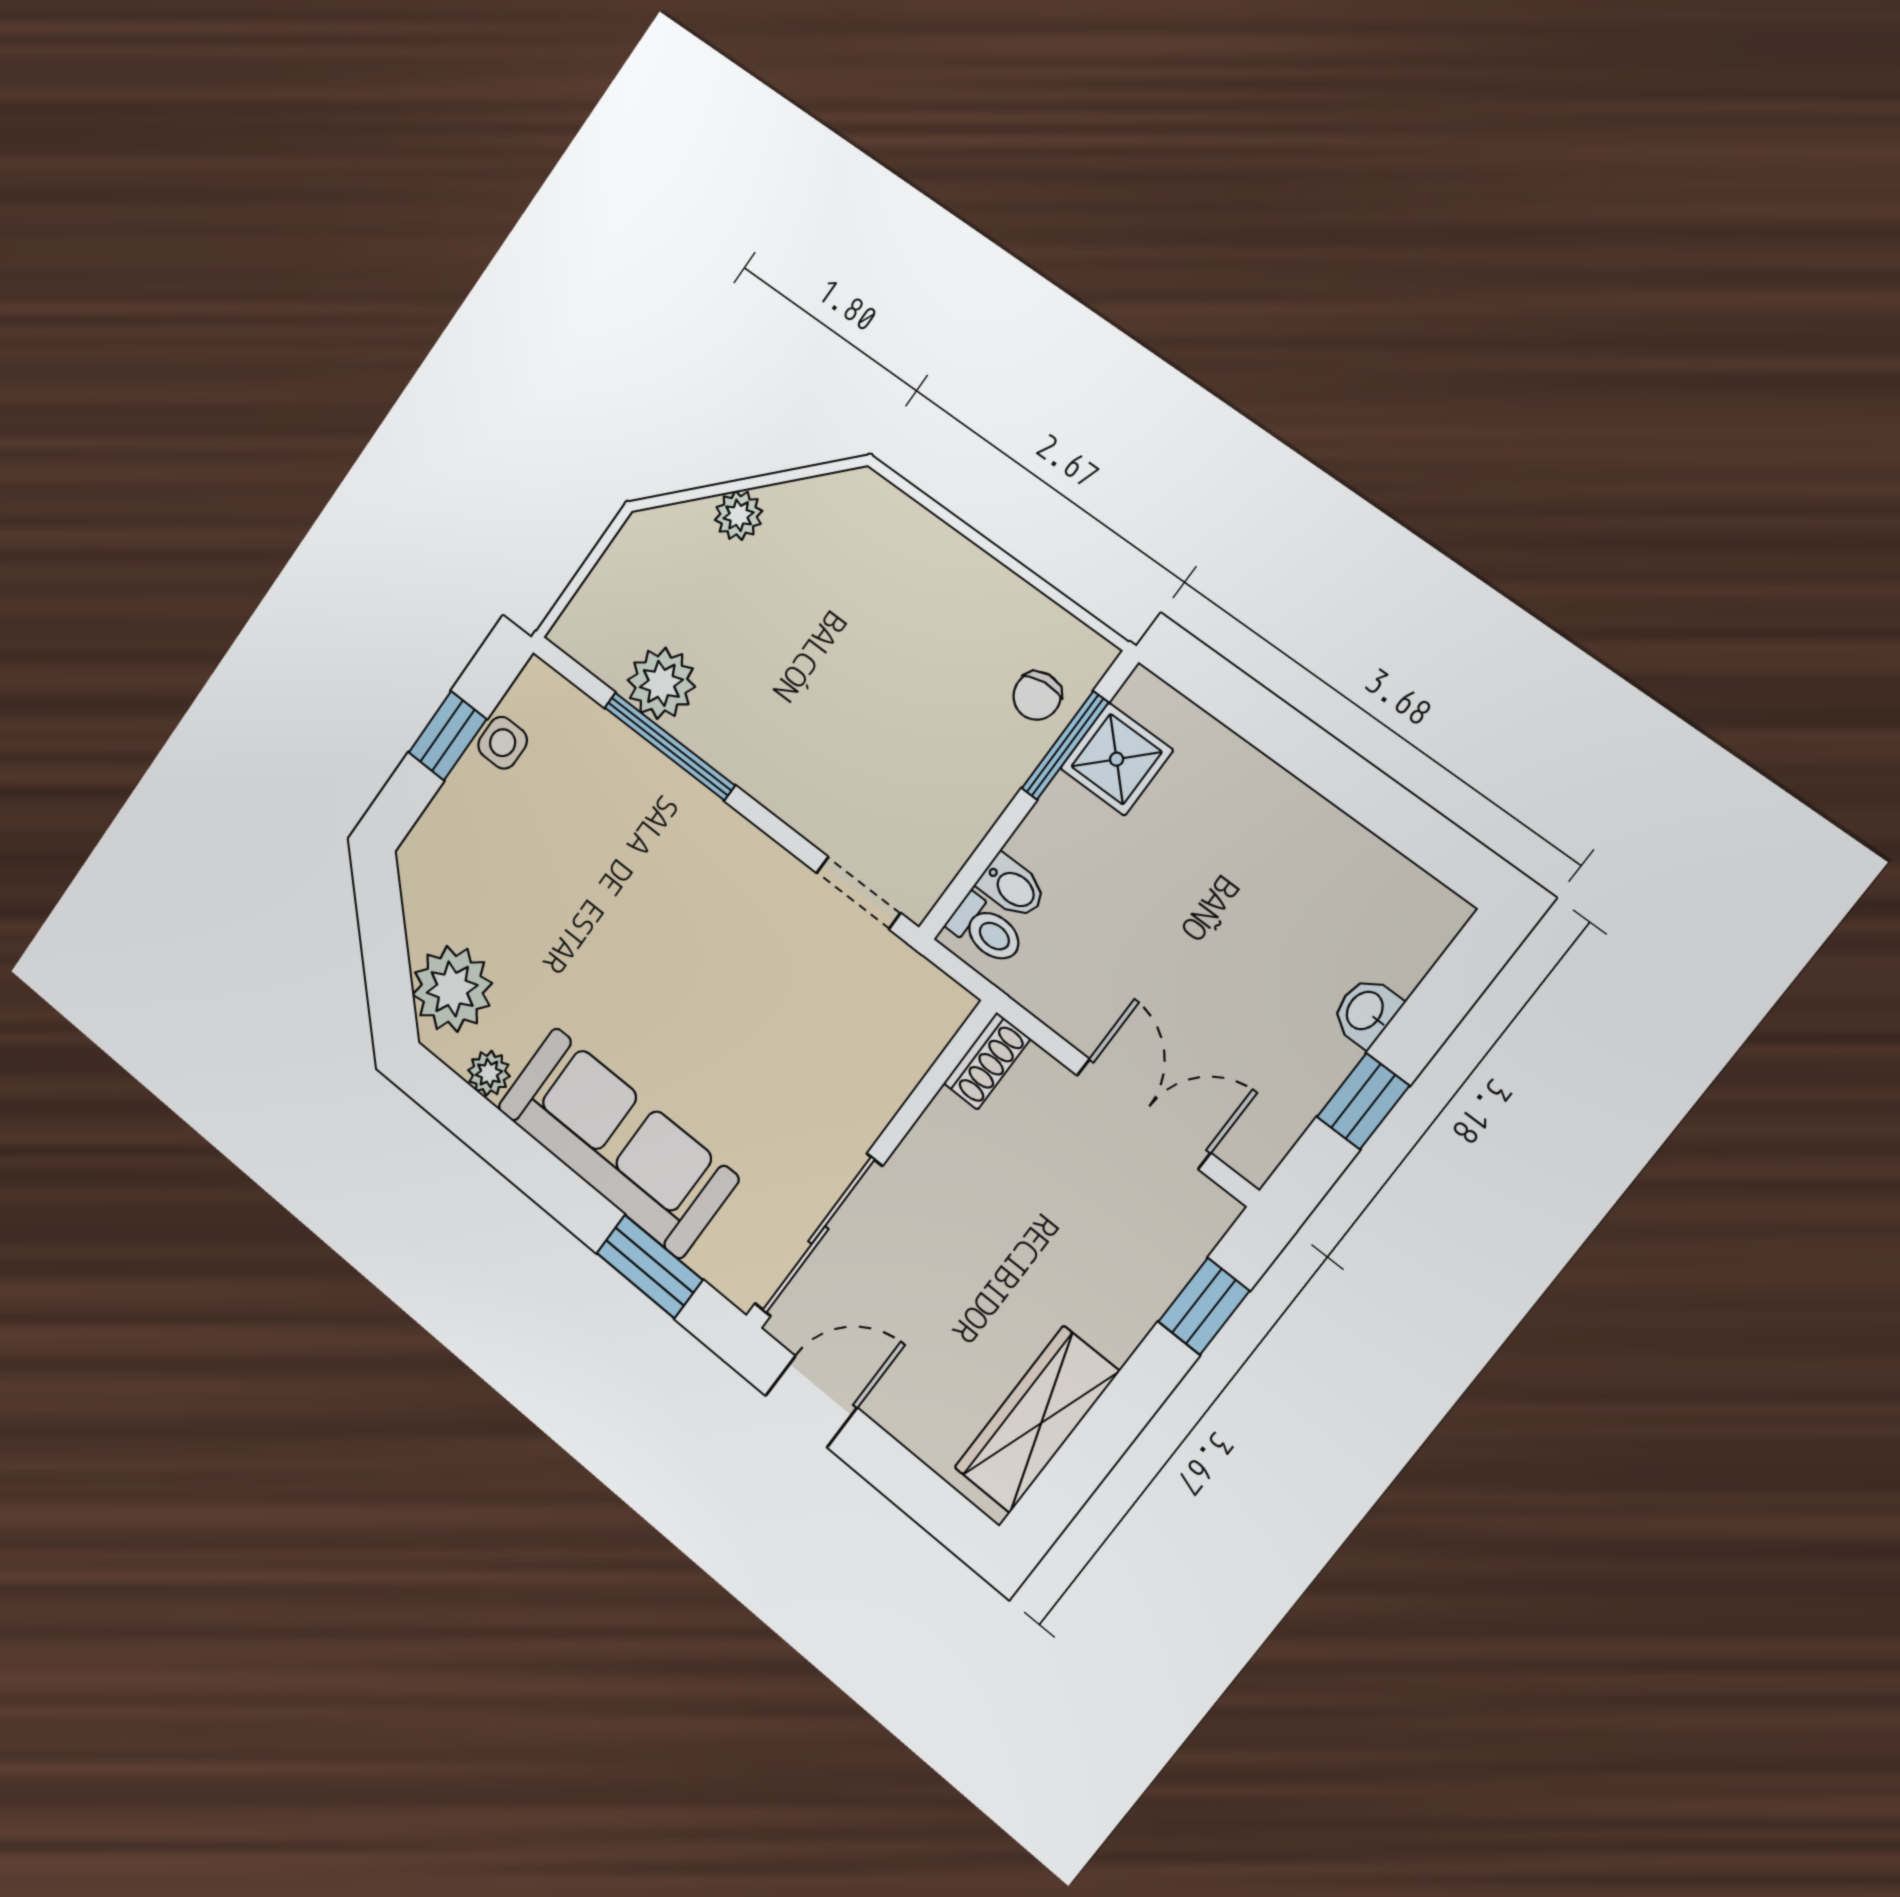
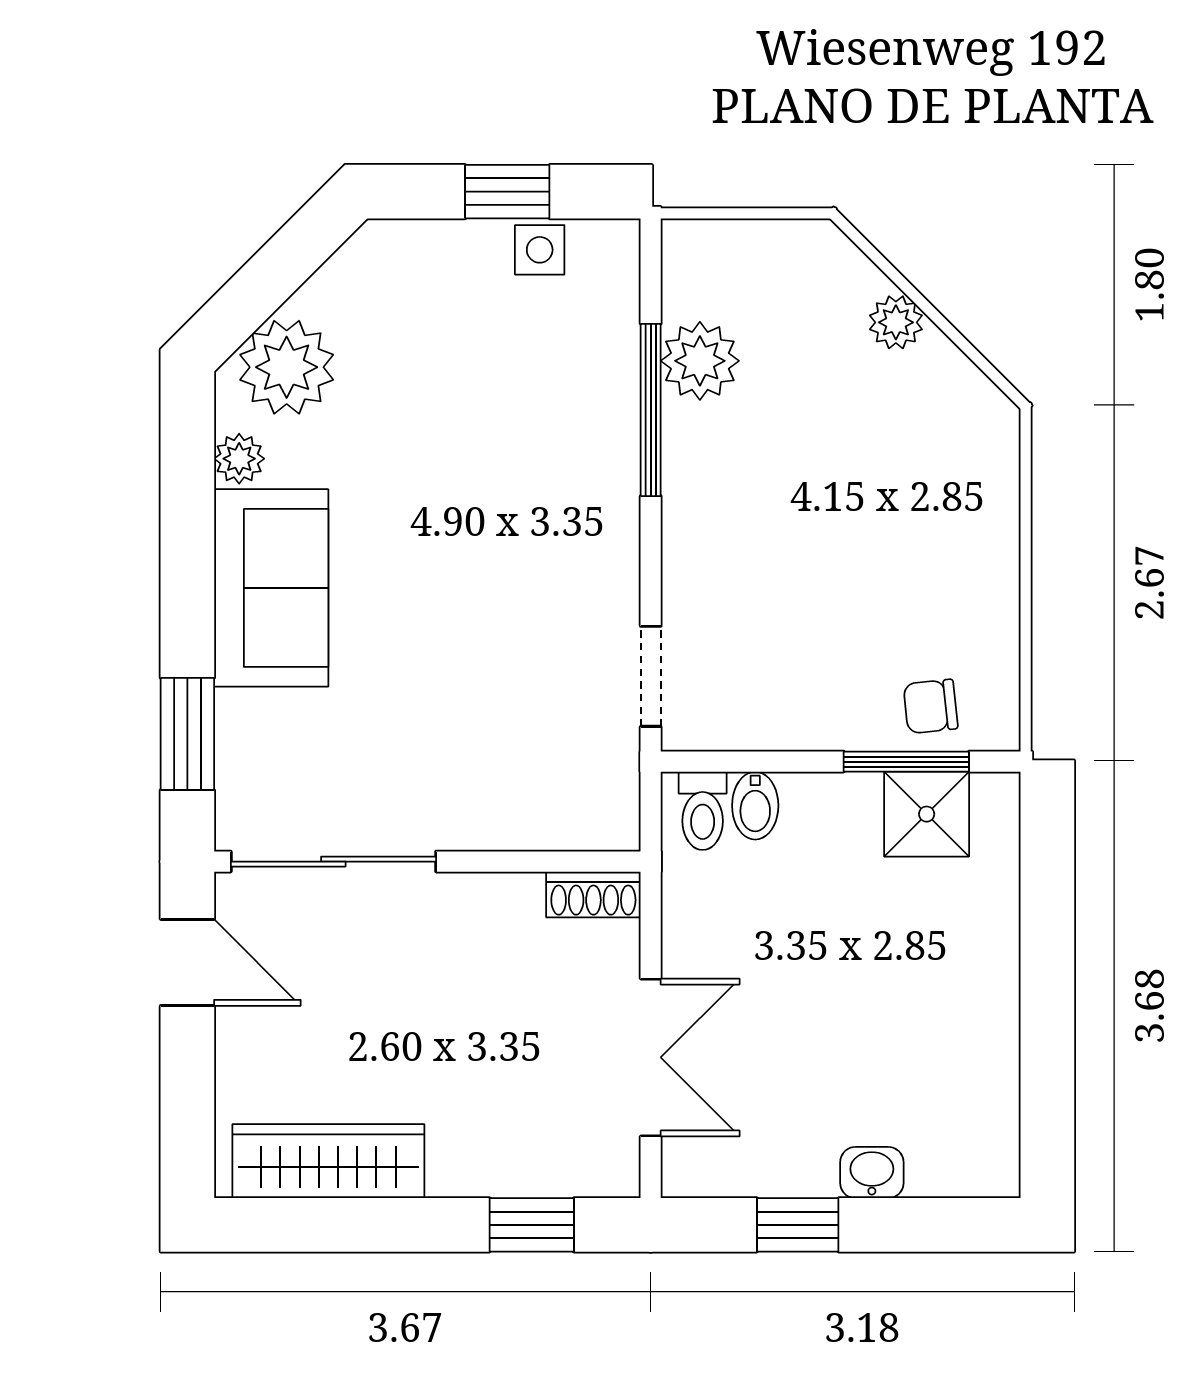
sofa: (617, 1143) -> (271, 588), width x0.73

